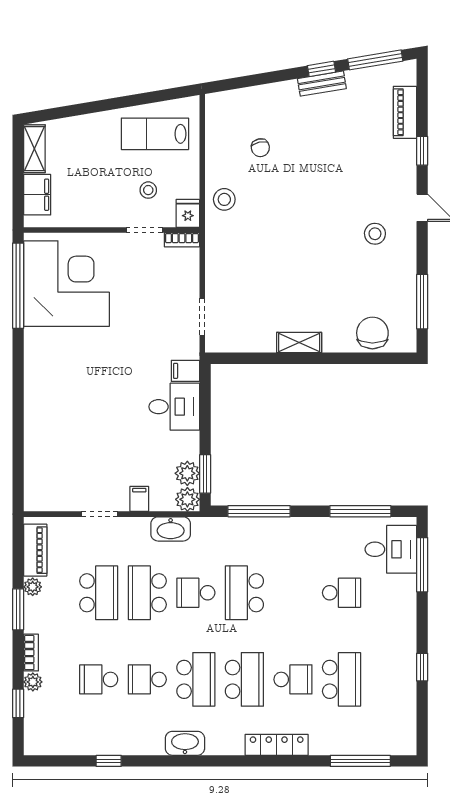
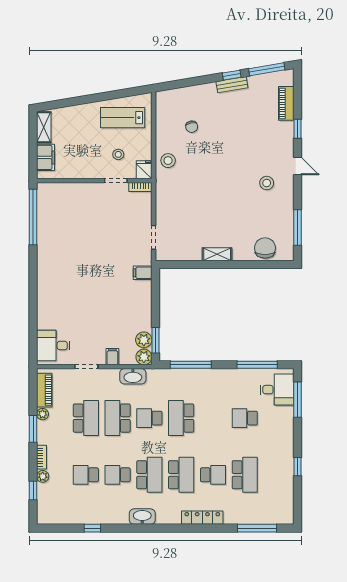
corner desk: (67, 284) -> (65, 216), removed
desk: (174, 407) -> (53, 346), moved, turned 180
school desk: (341, 593) -> (245, 418), turned 180

